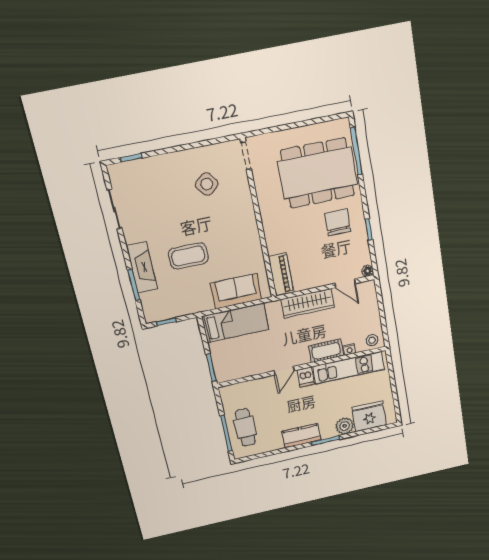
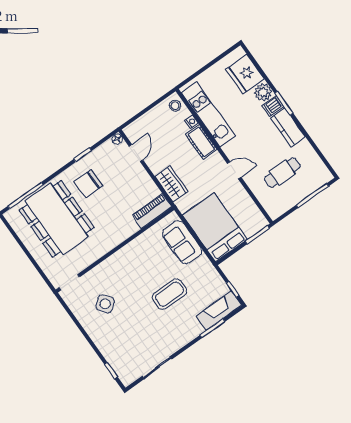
coffee table: (188, 256) -> (170, 294), turned 90
fireplace: (142, 267) -> (219, 311), moved
wardrobe: (308, 303) -> (171, 184), width x0.67
bed: (235, 323) -> (215, 227), width x1.50
dishwasher: (306, 377) -> (273, 106), moved, turned 180
cafe table: (245, 427) -> (282, 173), moved

